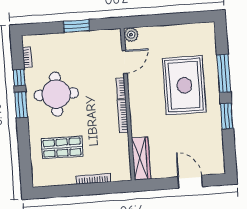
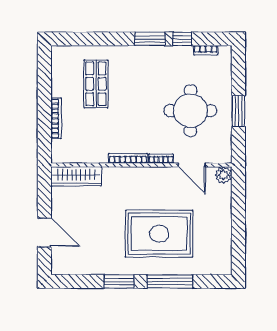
round table: (56, 94) -> (190, 111), moved
door: (190, 182) -> (44, 232), hinge flipped

